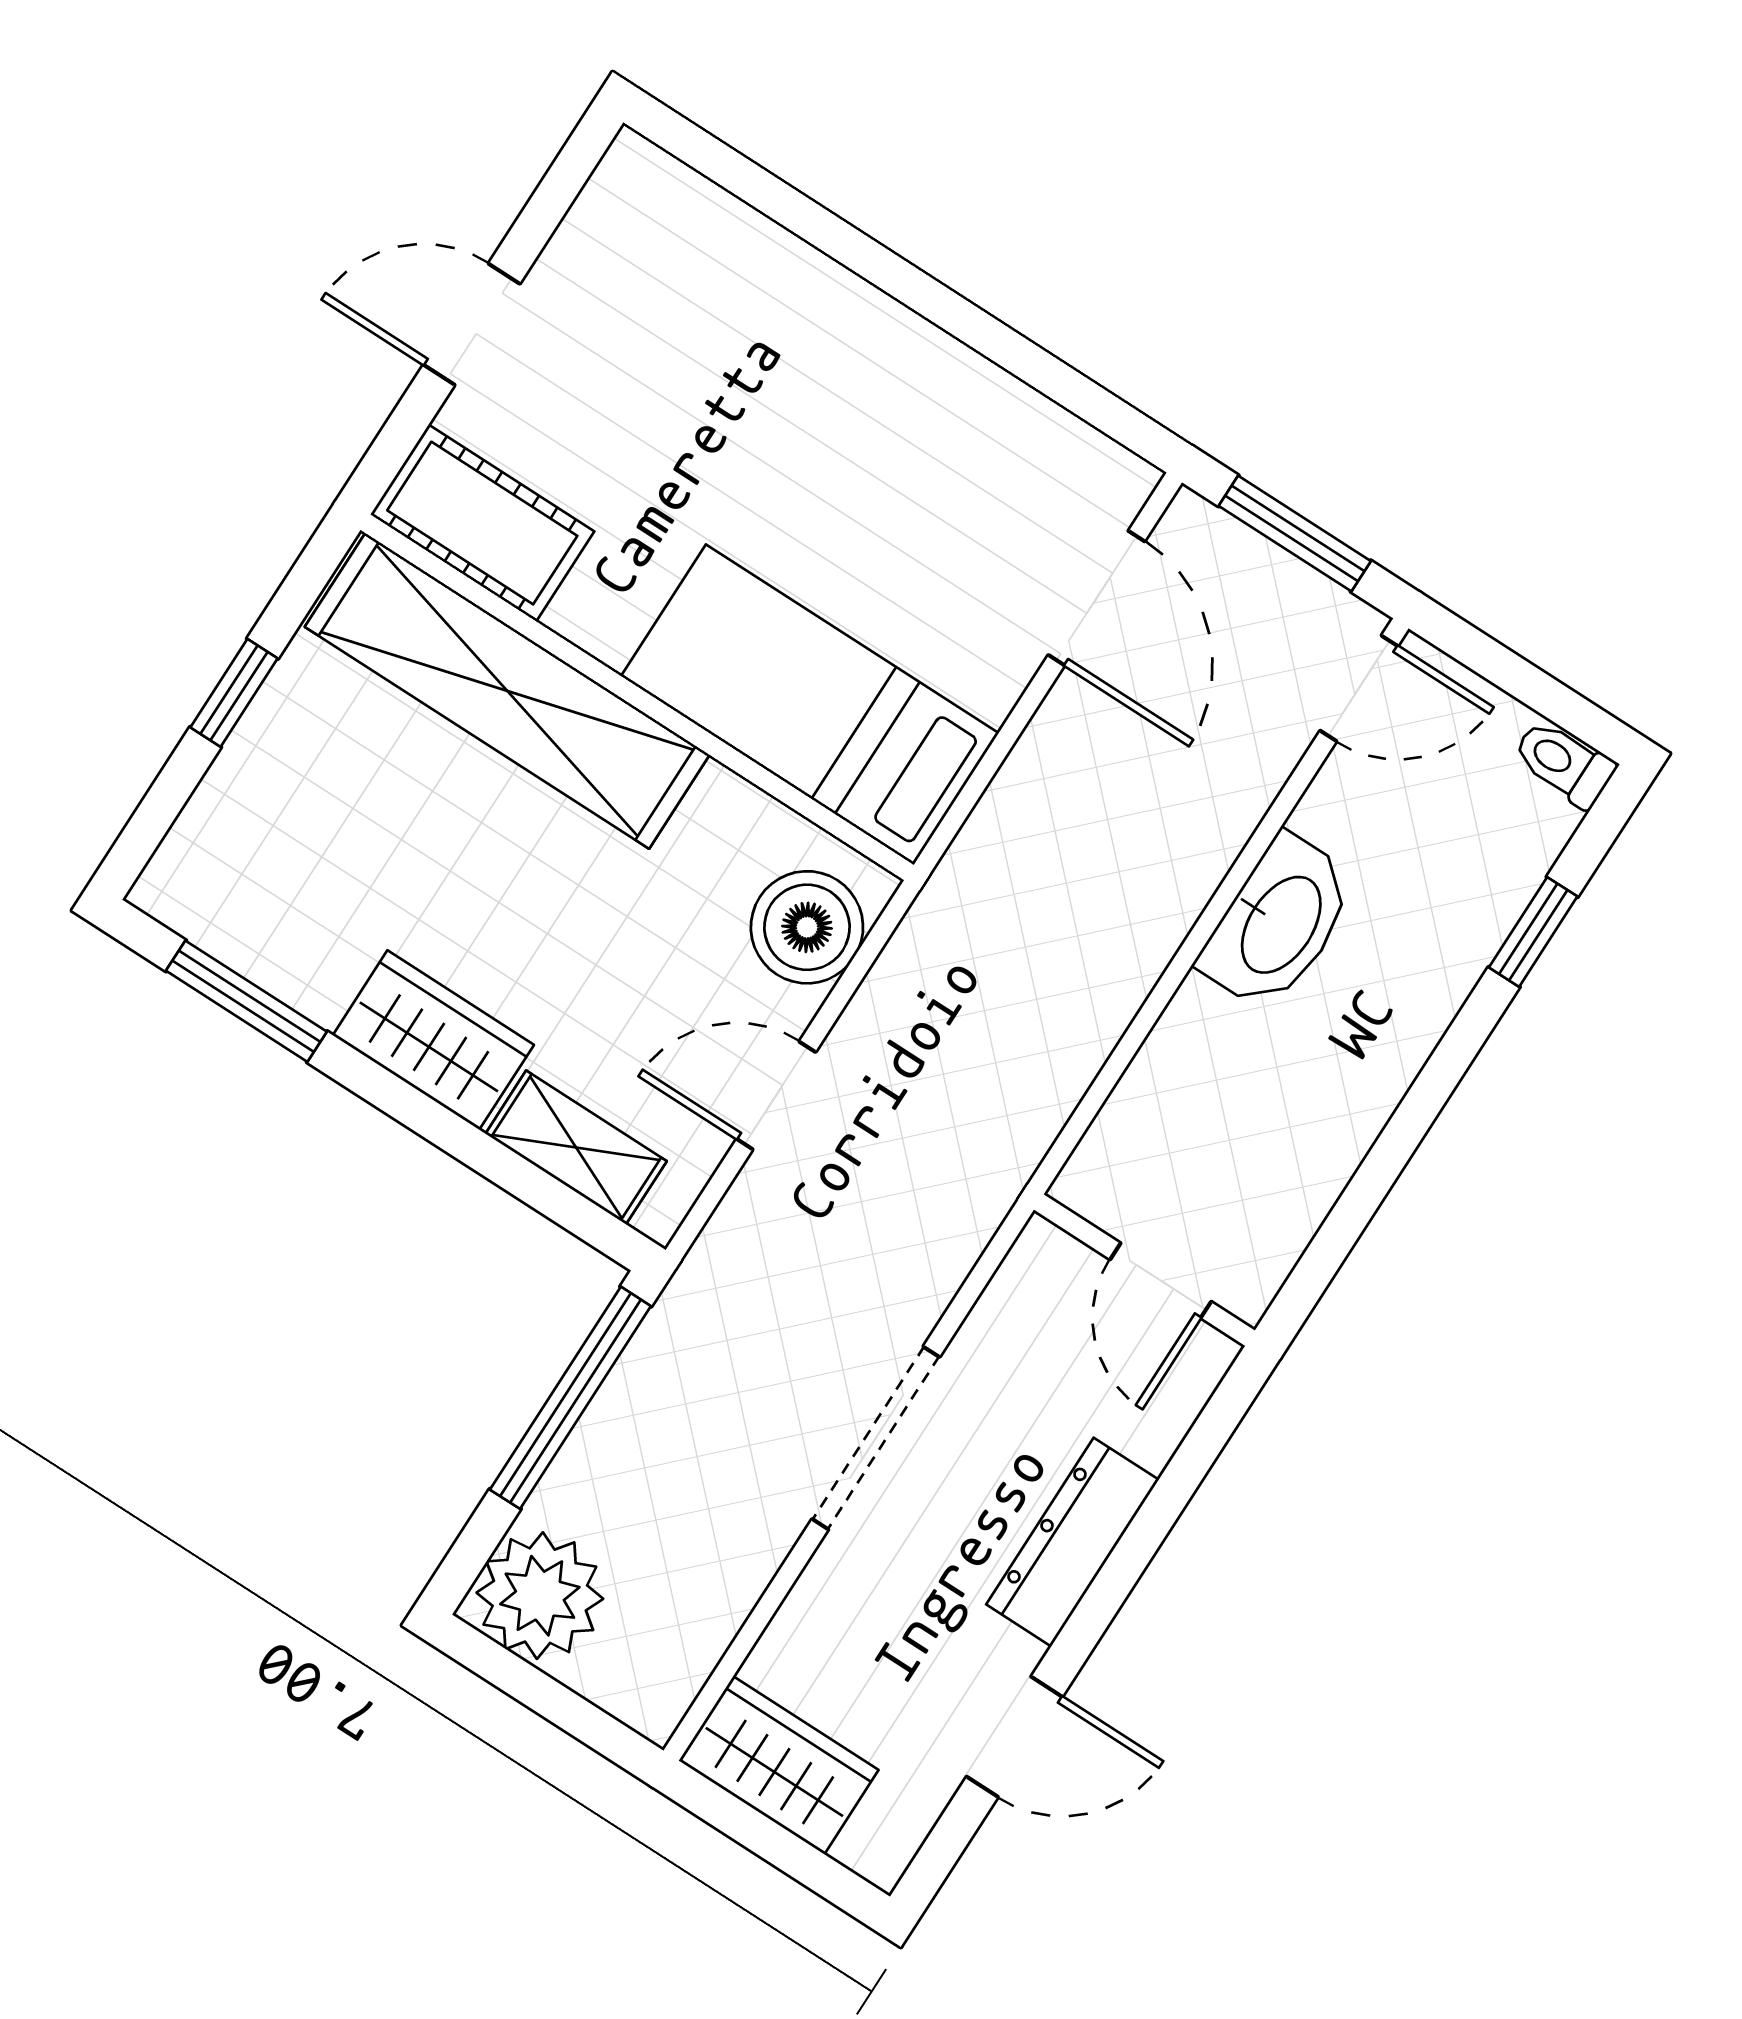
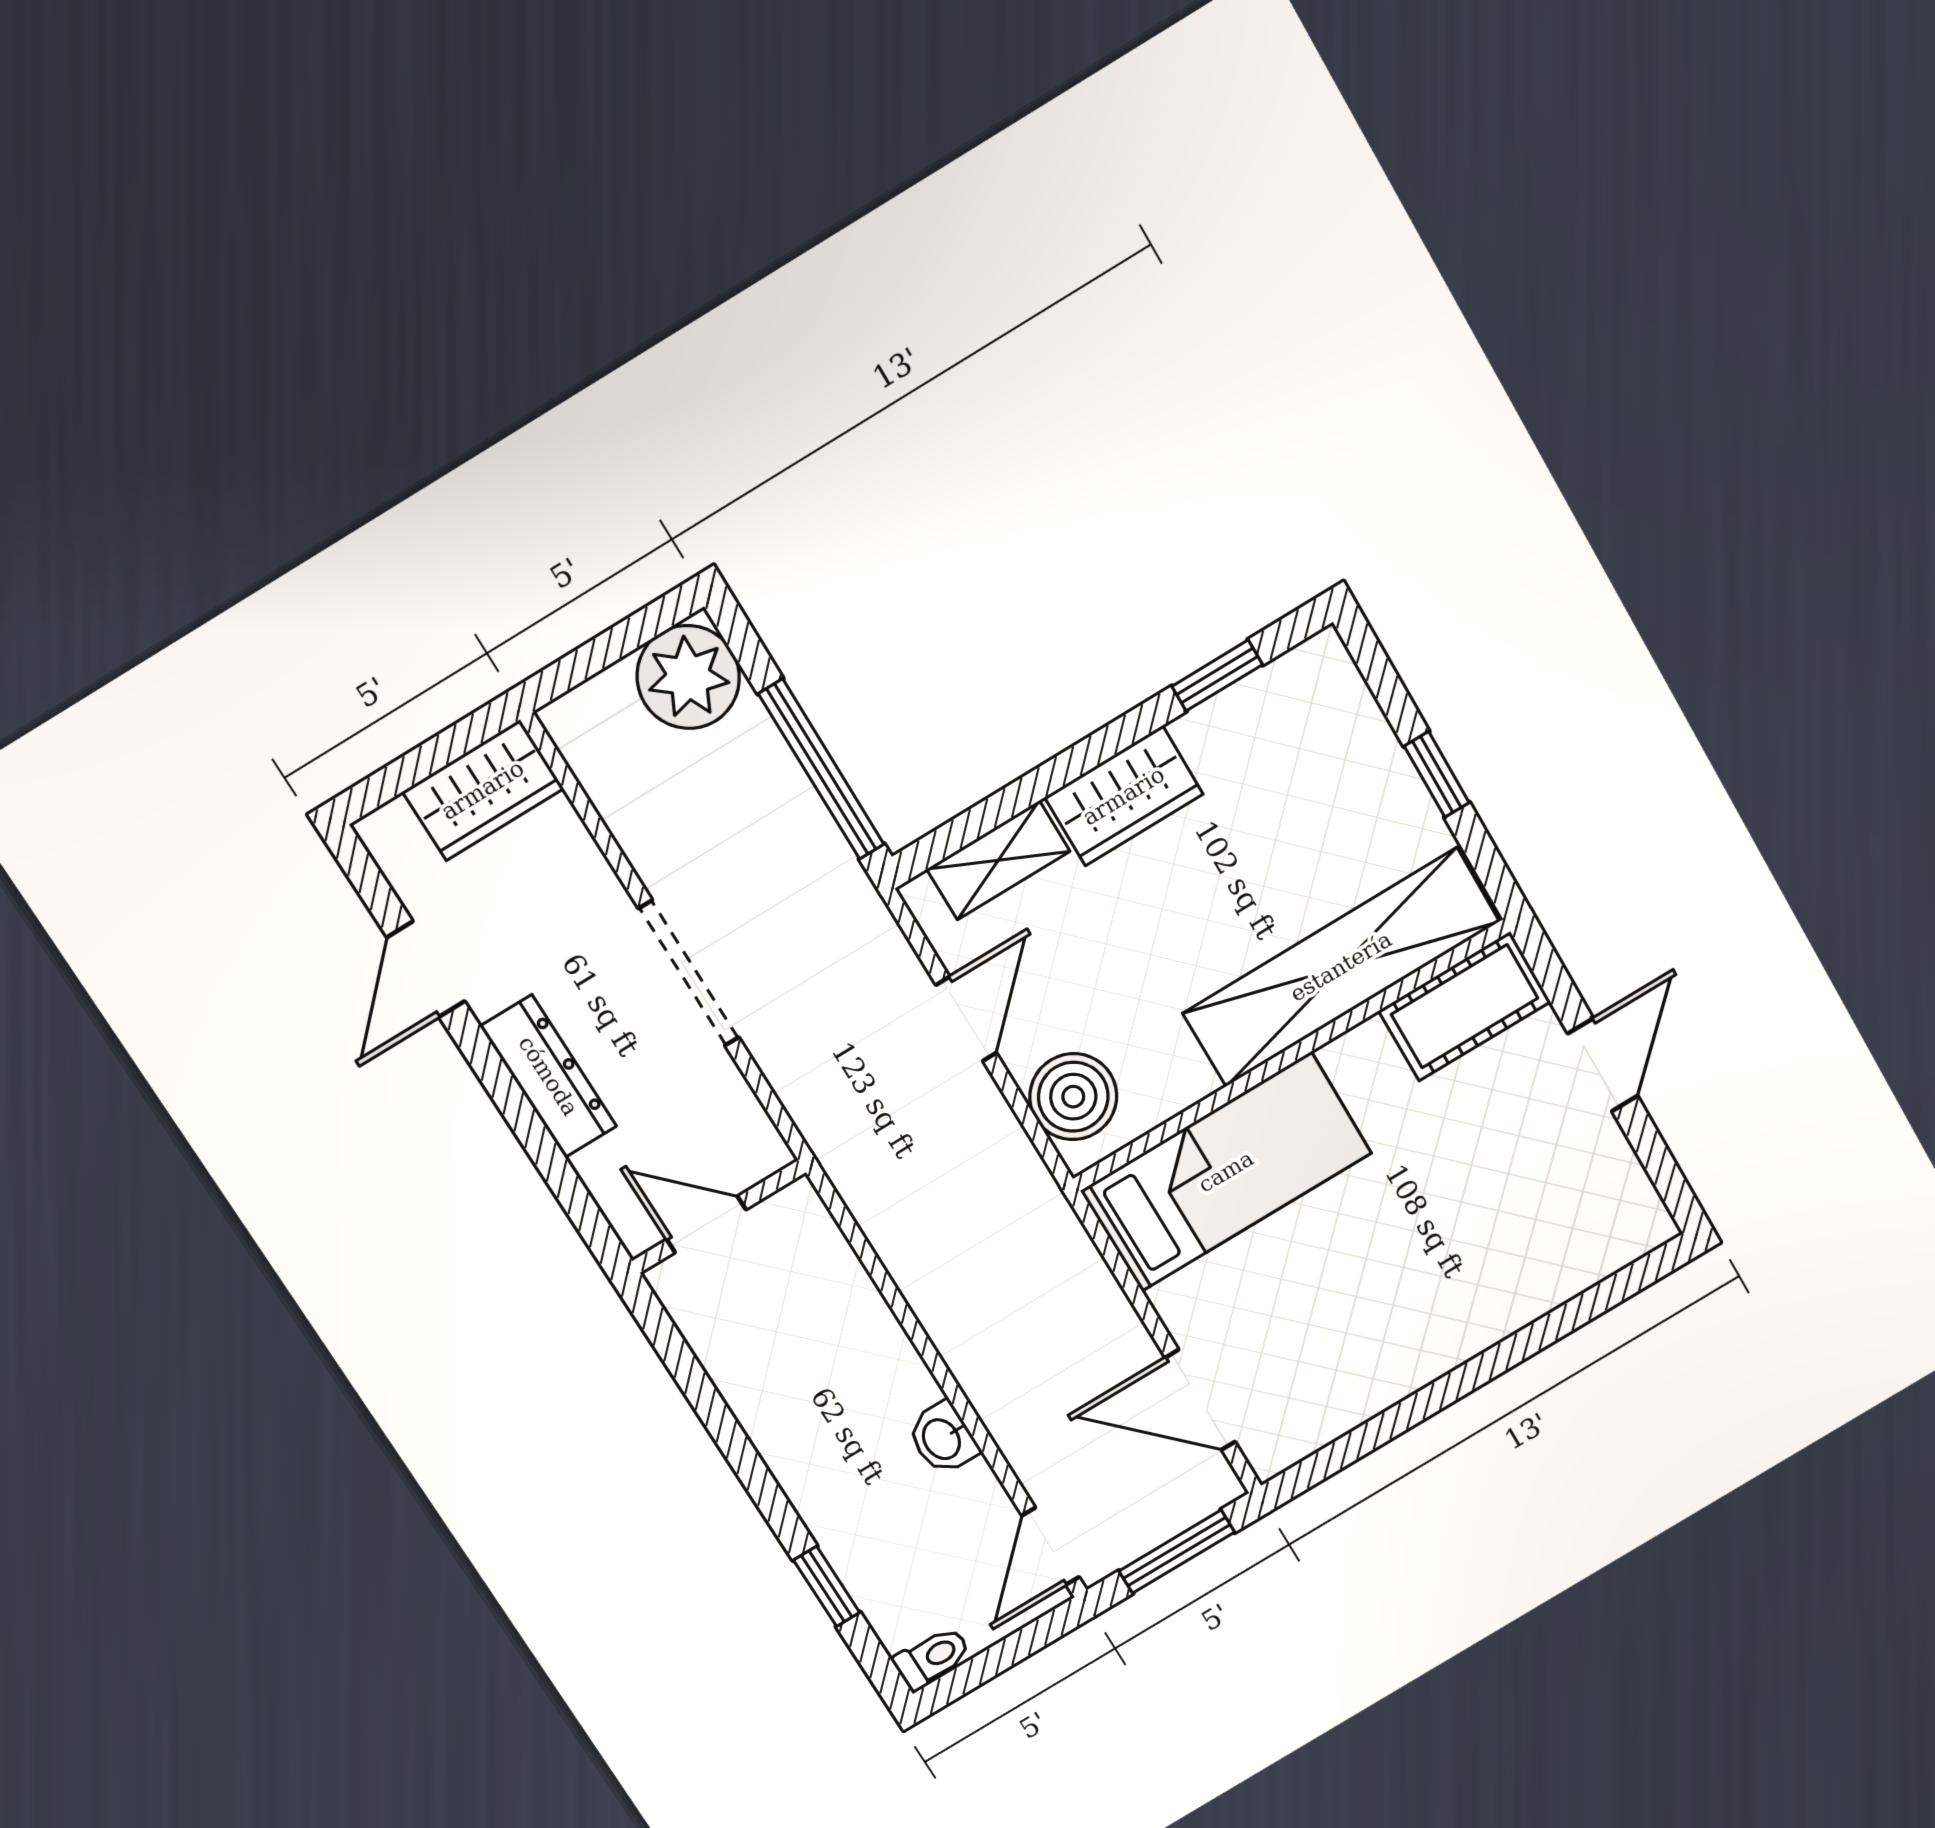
washbasin: (1279, 923) -> (943, 1438), width x0.52, depth x0.69
window: (246, 1001) -> (1217, 675), width x0.67

